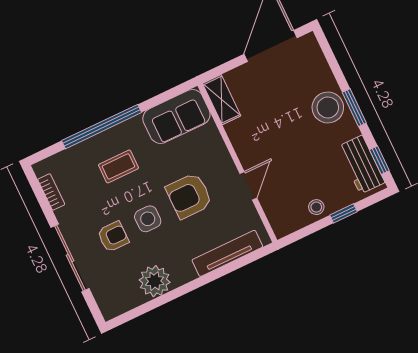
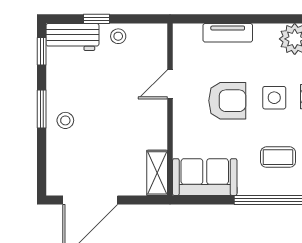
stool: (328, 108) -> (65, 120), width x0.53, depth x0.53
workbench: (361, 165) -> (72, 37), moved, turned 90
tv unit: (227, 253) -> (228, 33), width x0.71

